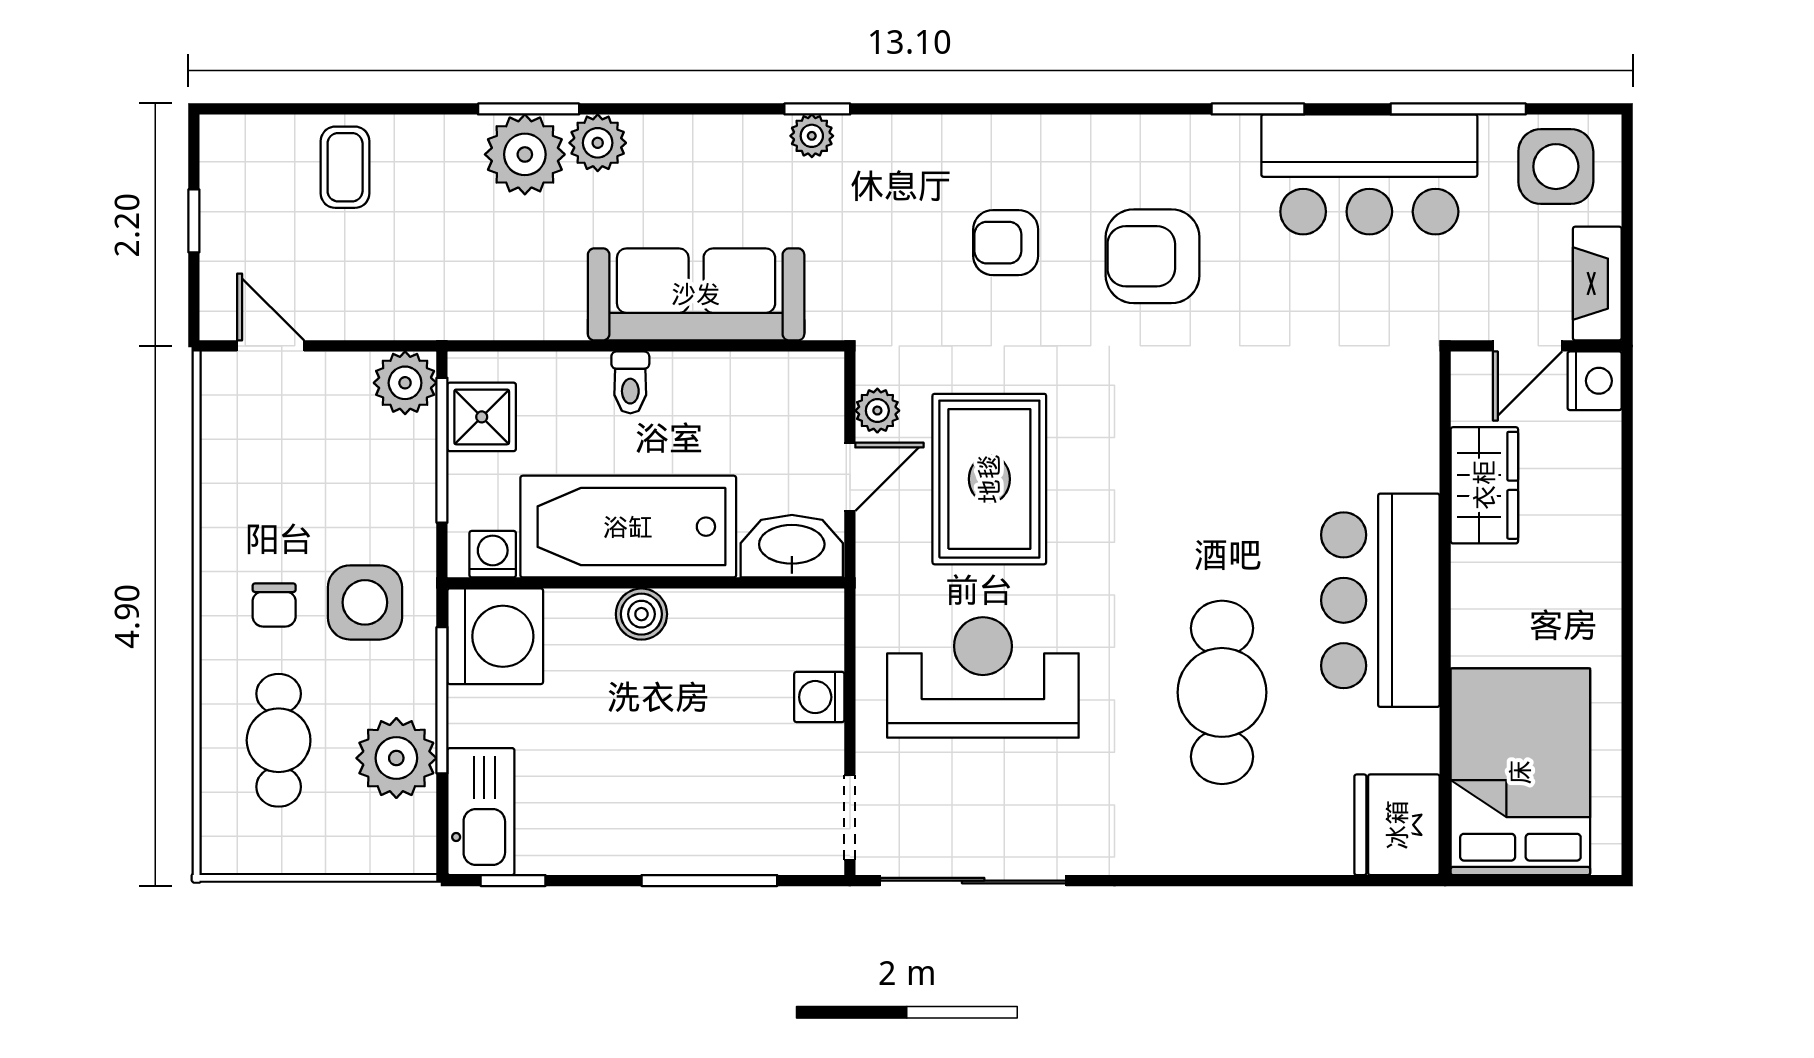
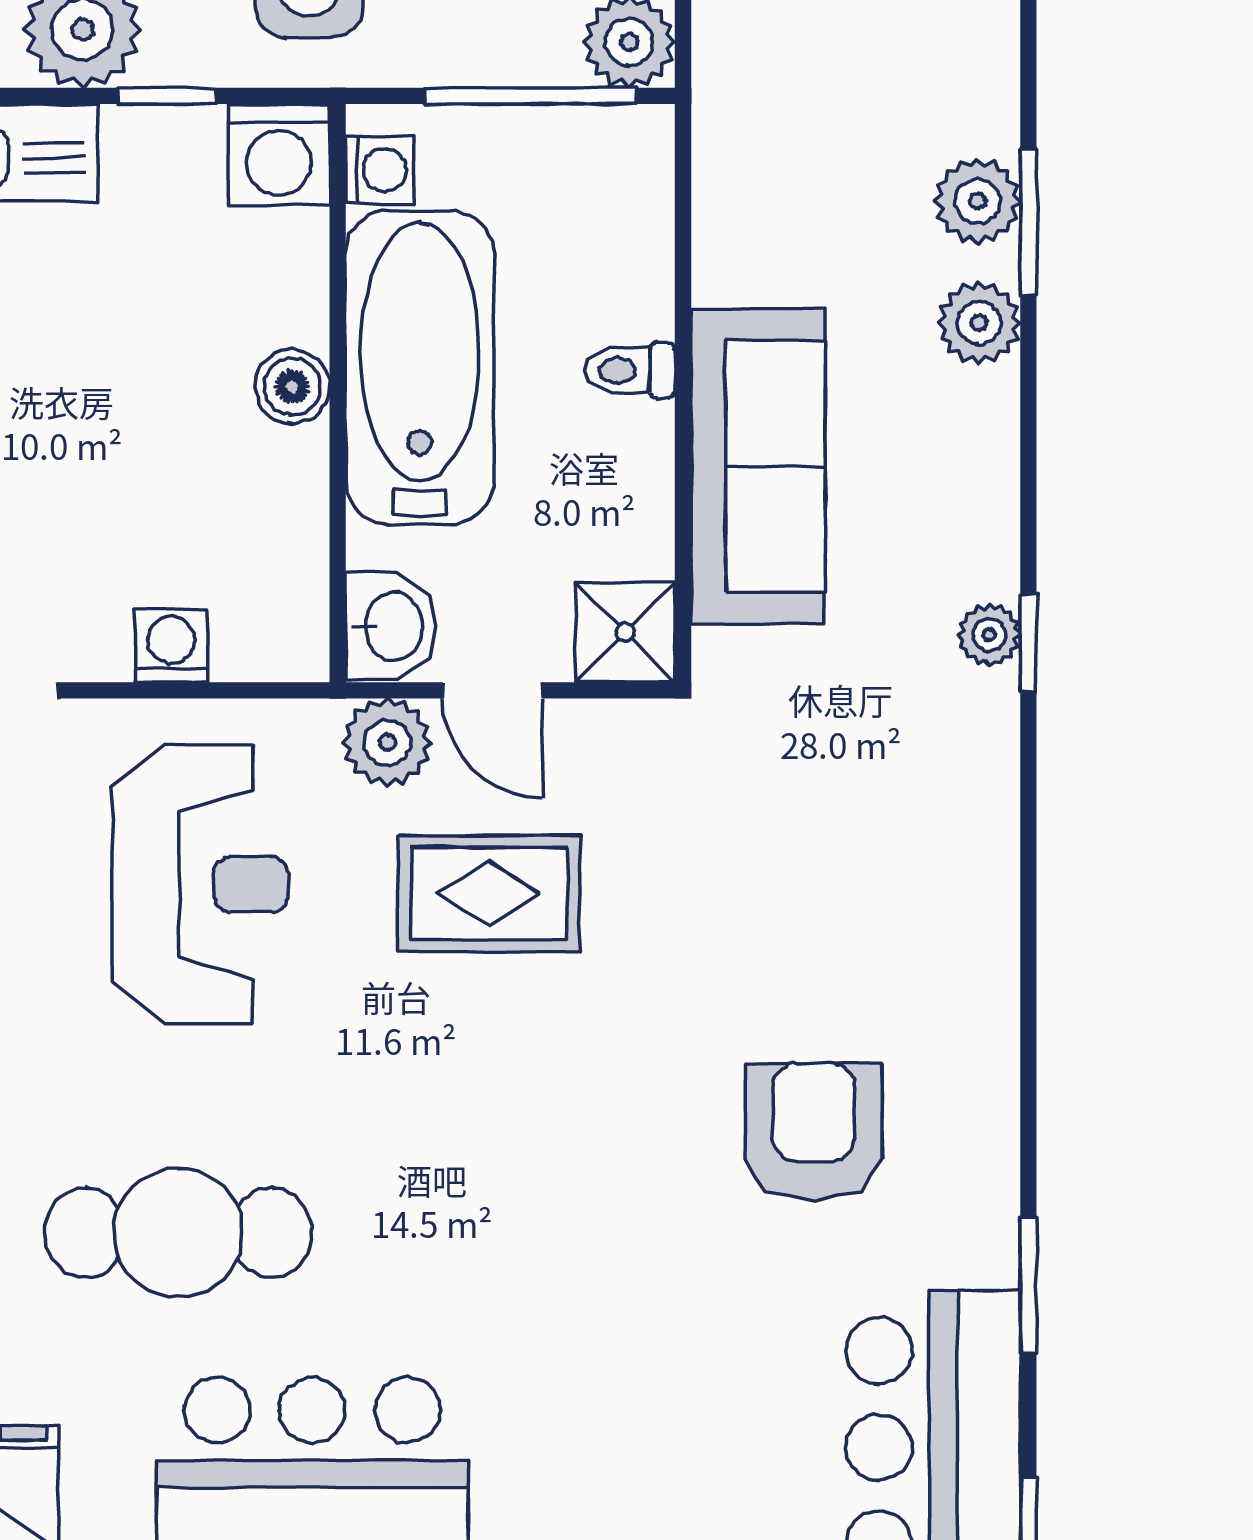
plant: (525, 154) -> (978, 201), width x0.73, depth x0.73
armchair: (1006, 243) -> (834, 917), removed
plant: (877, 411) -> (387, 742), moved, width x1.38, depth x1.38
shower: (482, 417) -> (625, 632), moved
rug: (989, 479) -> (489, 894), width x0.73, depth x0.70
washbasin: (792, 546) -> (391, 626), width x0.72
washing machine: (495, 636) -> (279, 155), width x0.73, depth x0.73
window: (442, 700) -> (167, 96), width x0.46

